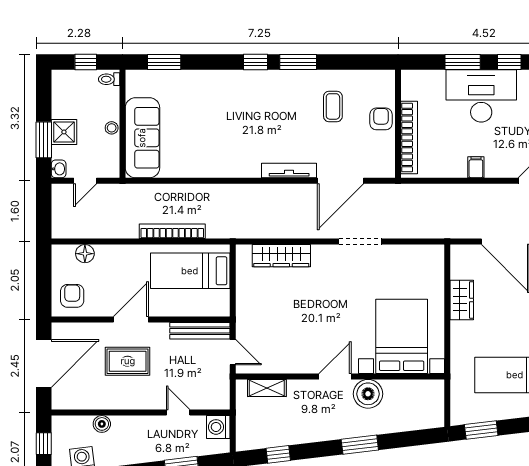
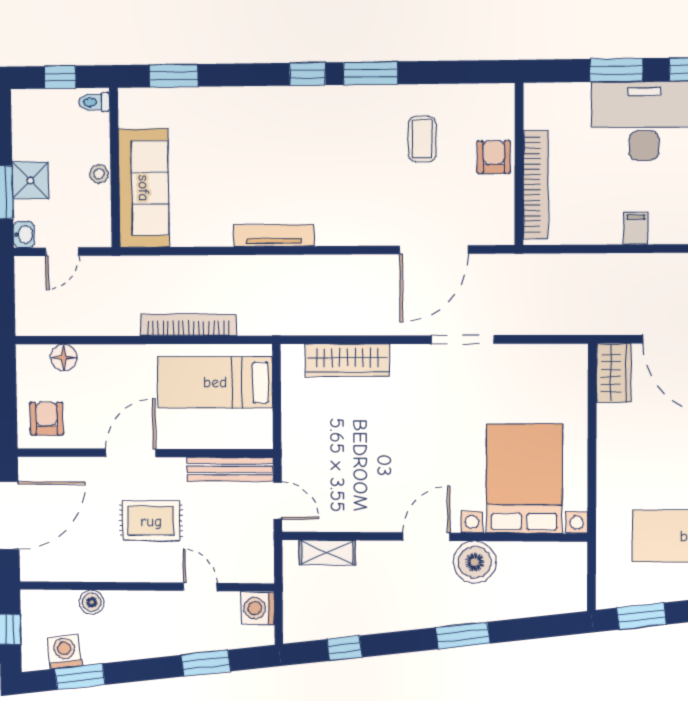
tv unit: (289, 171) -> (274, 235), moved
wardrobe: (462, 300) -> (614, 373), moved
rug: (128, 361) -> (151, 521), moved

